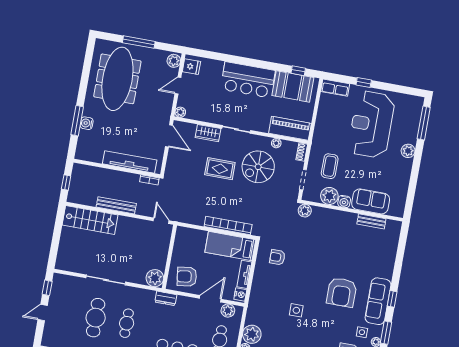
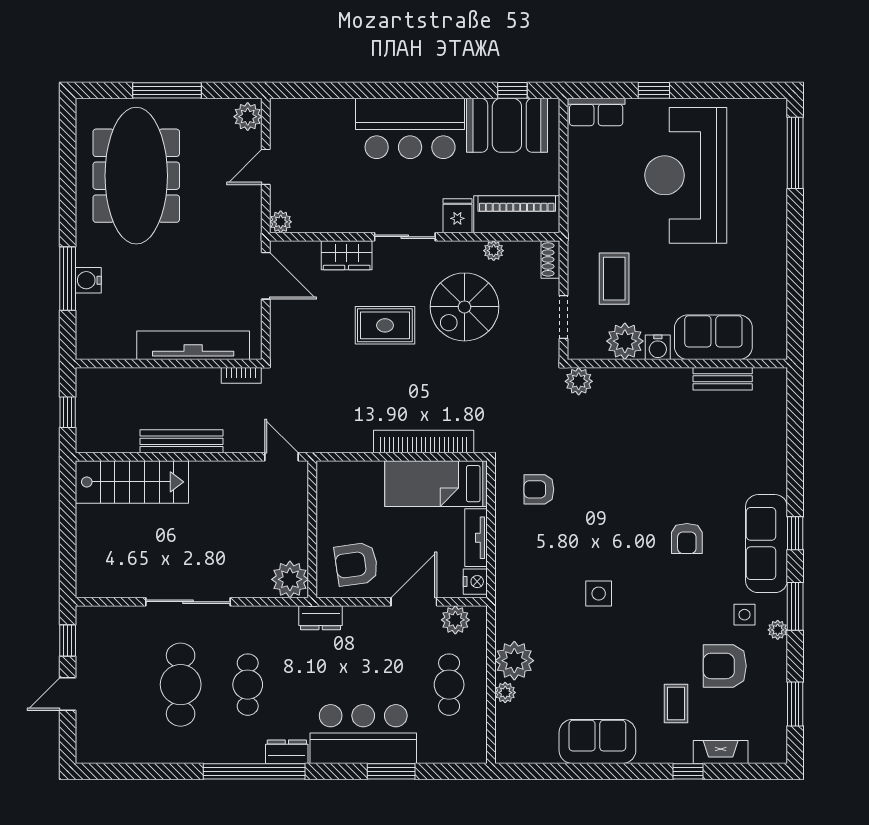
fridge: (191, 67) -> (457, 216), moved, turned -90
plant: (408, 151) -> (773, 217), removed
armchair: (342, 292) -> (687, 538), width x0.53, depth x0.53

